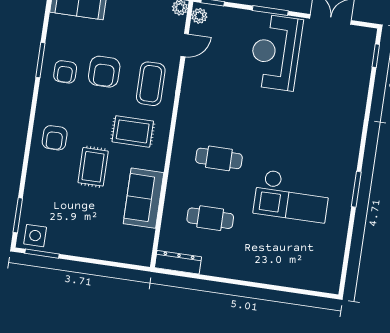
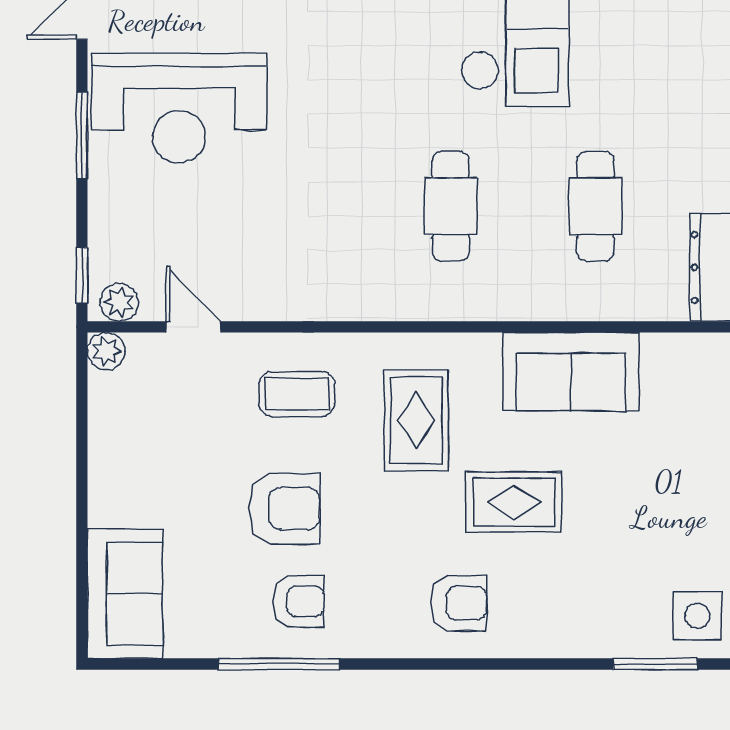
window: (40, 60) -> (279, 664), width x1.44
coffee table: (151, 84) -> (297, 394), width x0.73, depth x0.77

